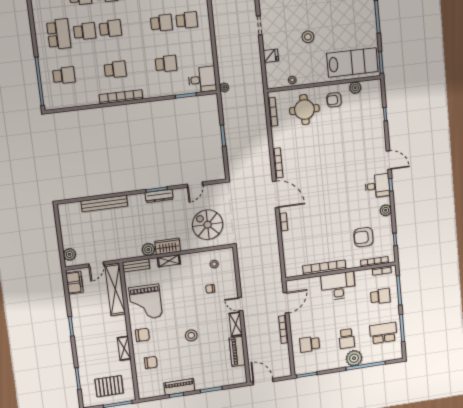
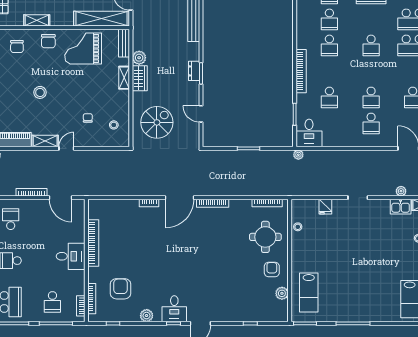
school desk: (85, 31) -> (329, 19), moved
stool: (308, 37) -> (340, 248), removed
lab bench: (352, 62) -> (309, 292), width x0.73, depth x0.72
bookcase: (121, 97) -> (301, 71), moved
dresser: (159, 196) -> (194, 71), width x0.70
desk: (338, 286) -> (71, 256), width x0.73

